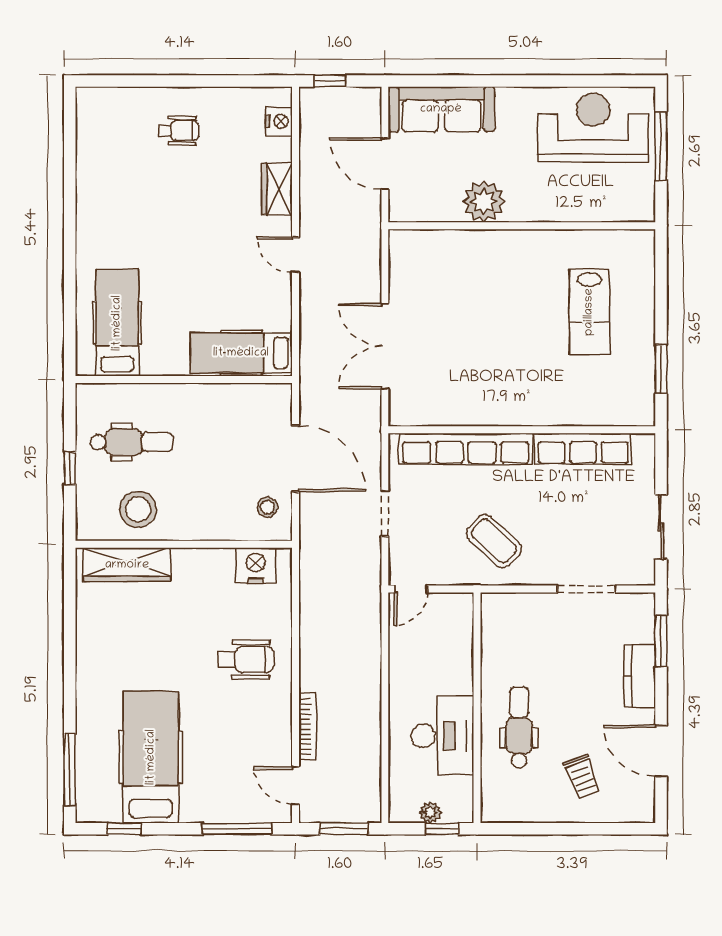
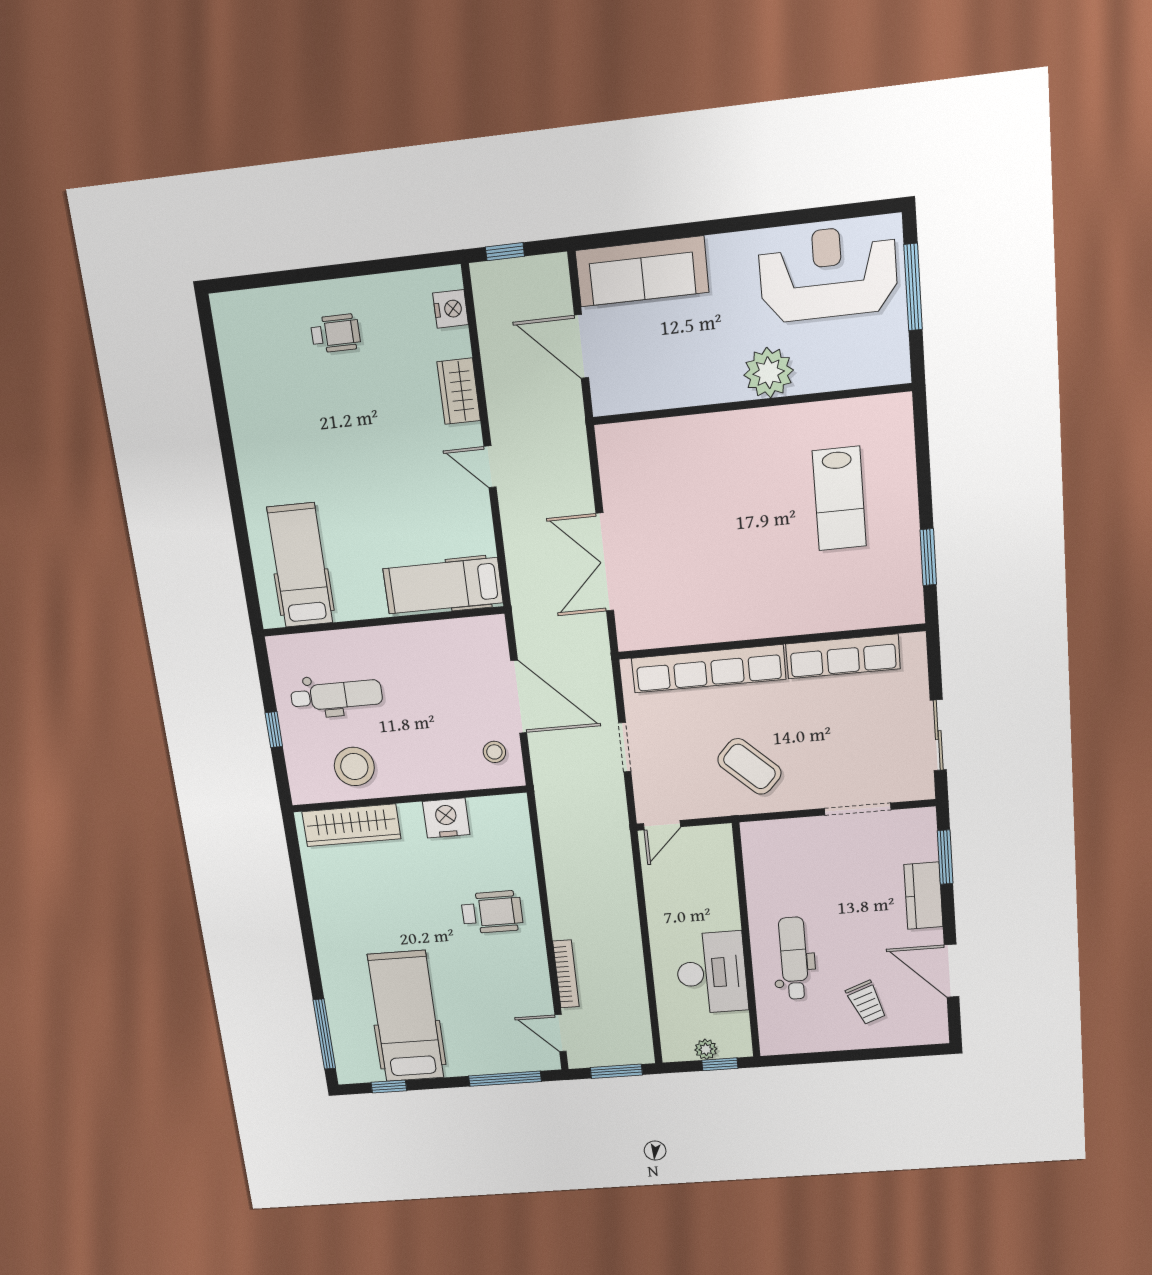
plant: (484, 202) -> (769, 373), moved
nightstand: (256, 565) -> (446, 818), moved

